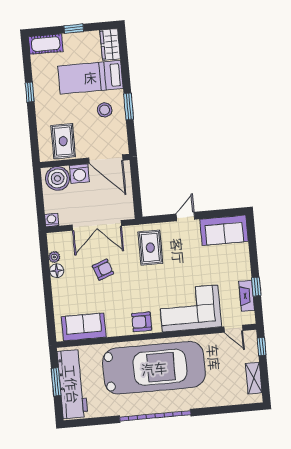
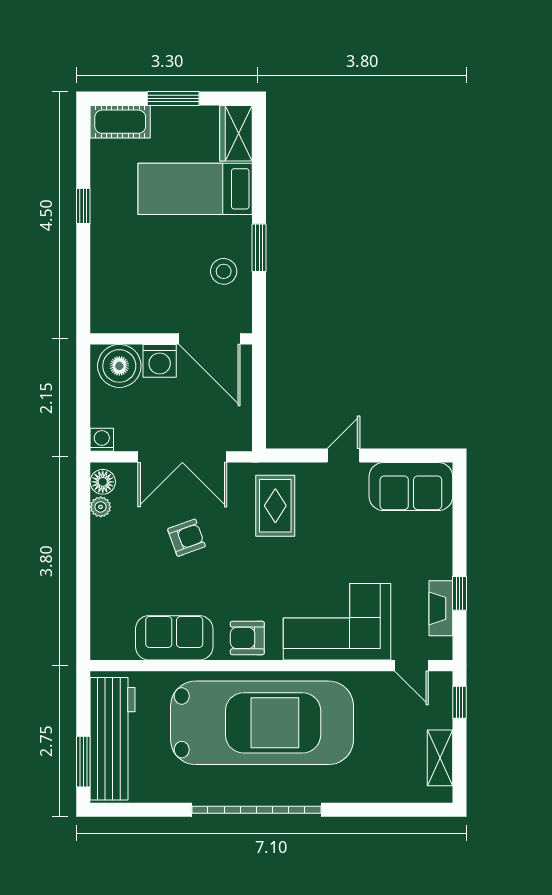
window: (74, 29) -> (173, 99), width x1.50
stool: (105, 110) -> (224, 271), moved
rug: (63, 141) -> (136, 300), removed
floor lamp: (57, 271) -> (103, 482), moved
sofa: (84, 327) -> (174, 638), moved
window: (56, 382) -> (83, 762), moved

